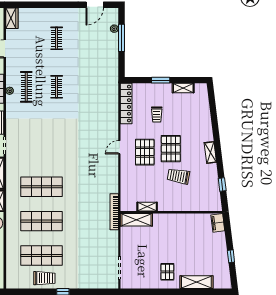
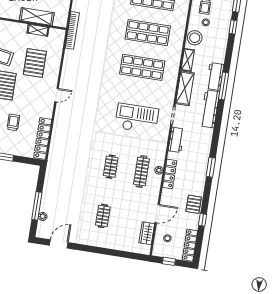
wardrobe: (12, 18) -> (147, 233), moved
checkout: (39, 137) -> (137, 118), added
pallet: (145, 152) -> (35, 63), moved
shelving: (136, 220) -> (37, 17), moved

